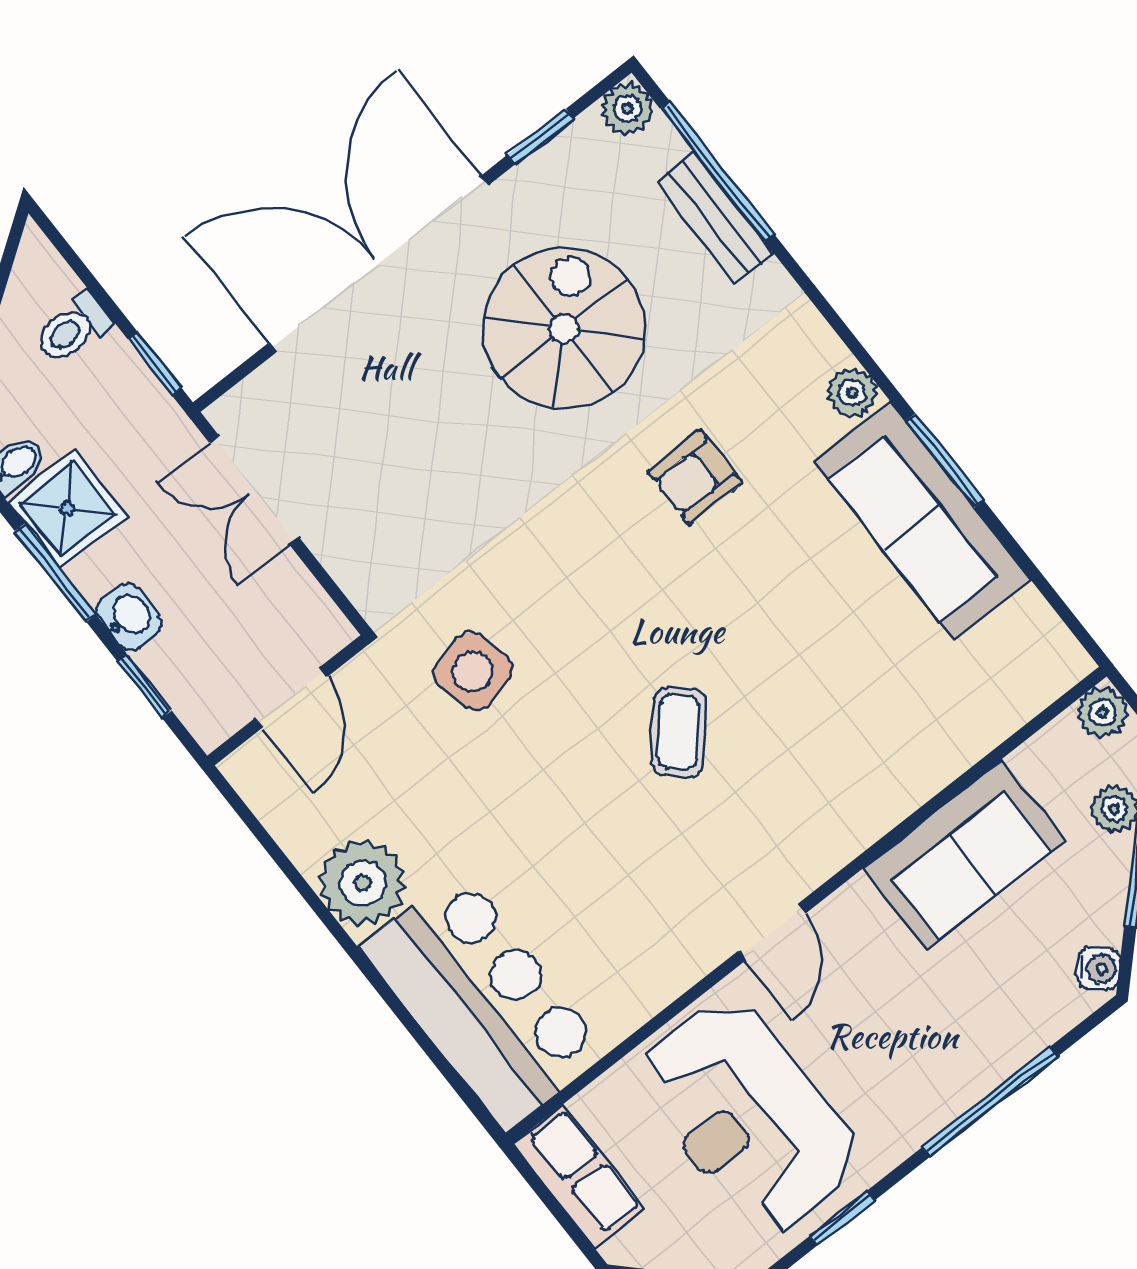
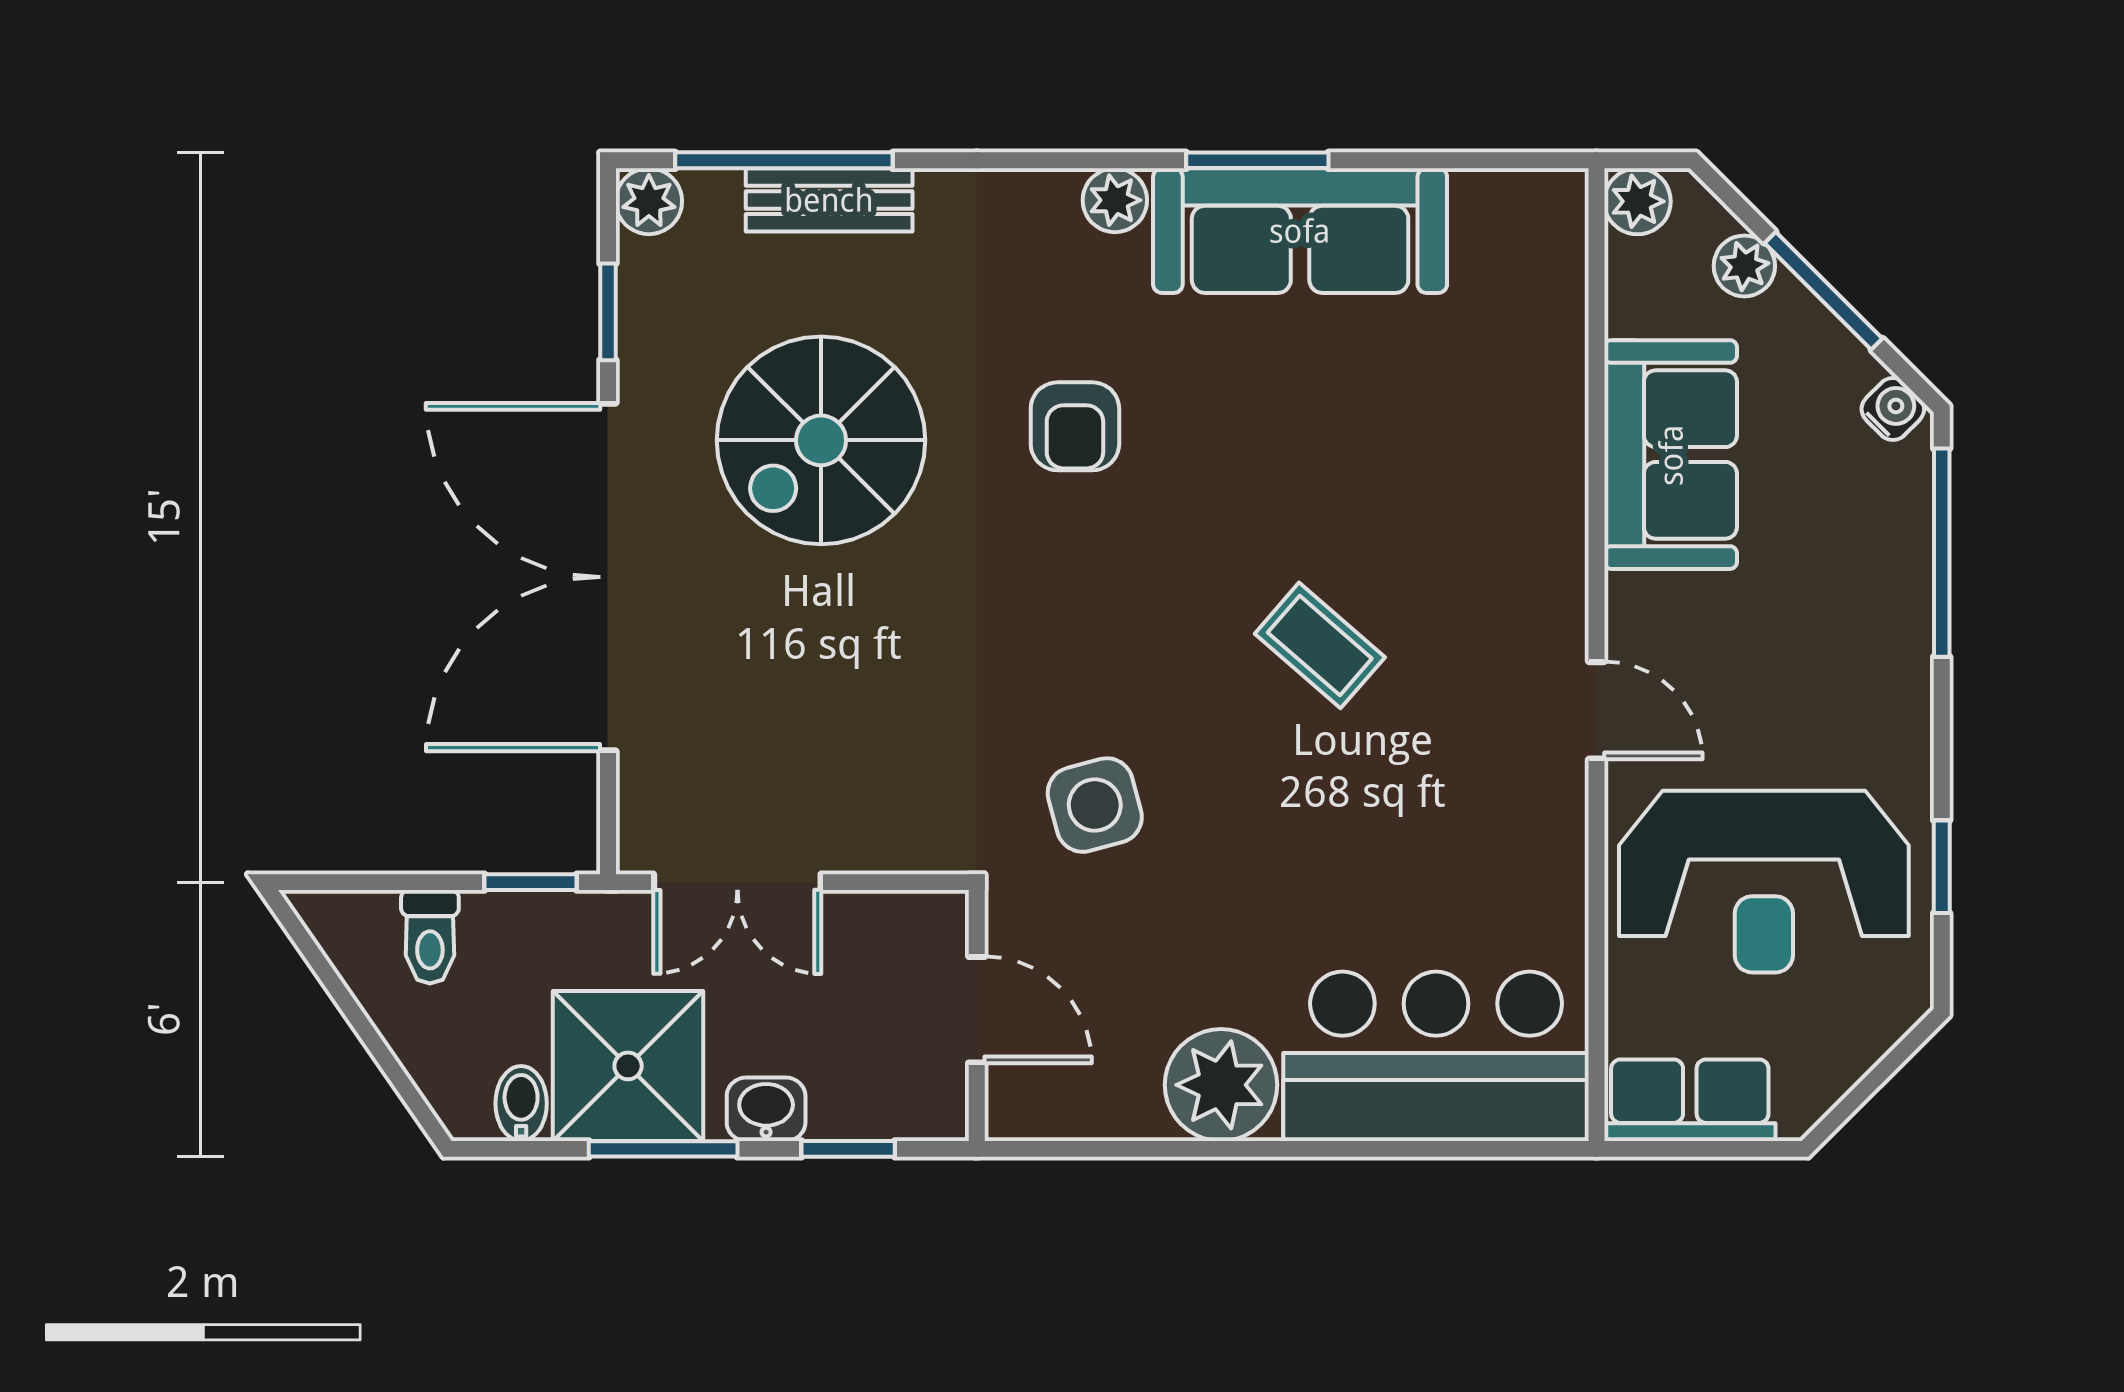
spiral stairs: (564, 329) -> (821, 440), turned -90
shower: (67, 509) -> (628, 1066), width x1.36, depth x1.36
window: (990, 1102) -> (1942, 553), moved

